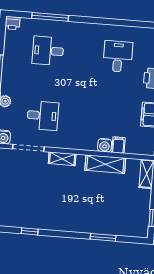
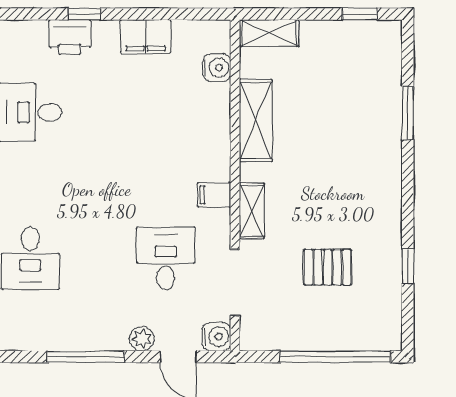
water cooler: (105, 145) -> (217, 68), moved
filing cabinet: (118, 145) -> (214, 195), moved
pallet: (32, 193) -> (328, 267), added

